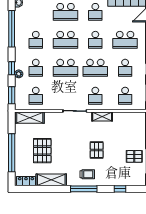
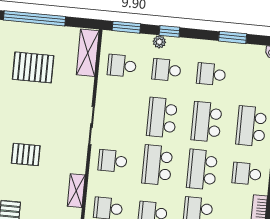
window: (12, 29) -> (233, 37), width x0.47
school desk: (95, 40) -> (202, 169), width x1.85
shelving: (102, 117) -> (76, 191), moved

